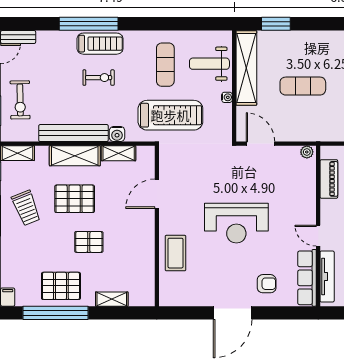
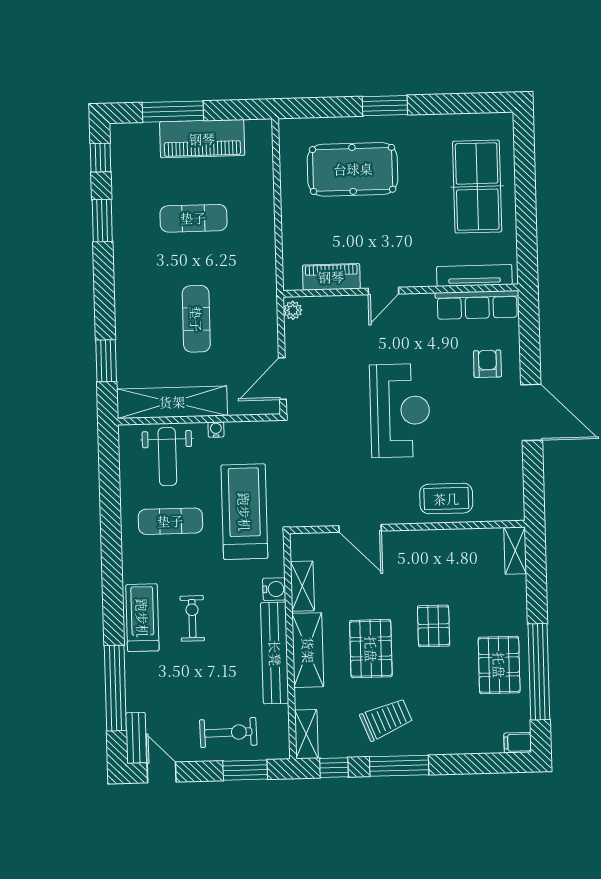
window: (89, 24) -> (115, 688), moved
door: (318, 236) -> (383, 291), moved
shelving: (112, 299) -> (515, 551), moved

